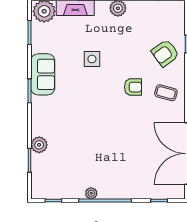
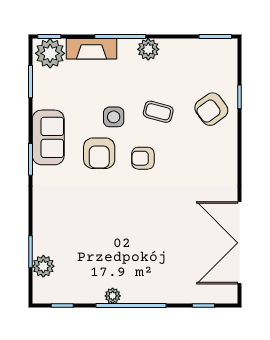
armchair: (81, 86) -> (99, 153), added
armchair: (133, 87) -> (143, 158), moved, turned 180
coffee table: (166, 93) -> (158, 112), moved
plant: (39, 145) -> (43, 266), moved

